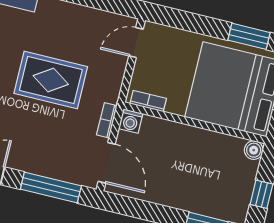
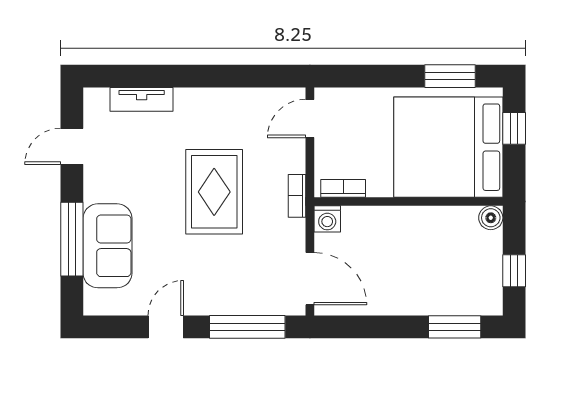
rug: (51, 80) -> (214, 192), turned 90
bookcase: (107, 120) -> (297, 196), moved

